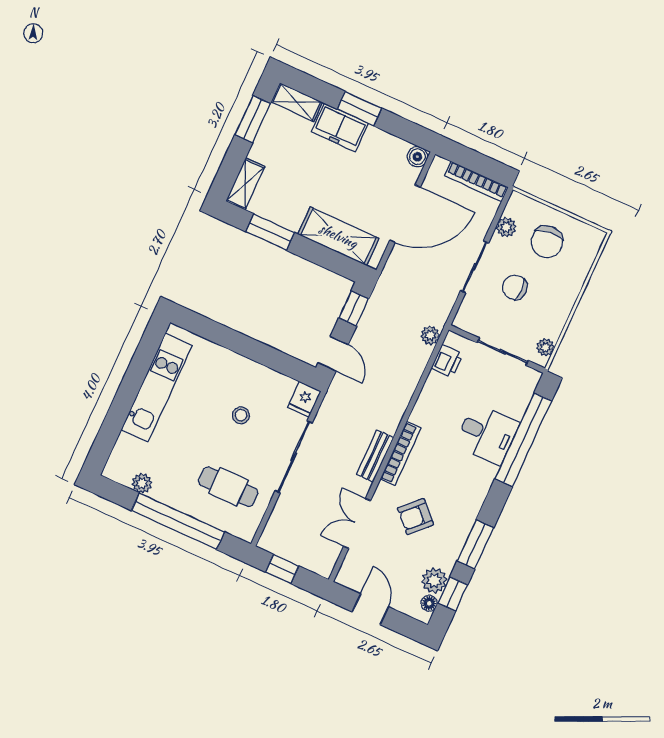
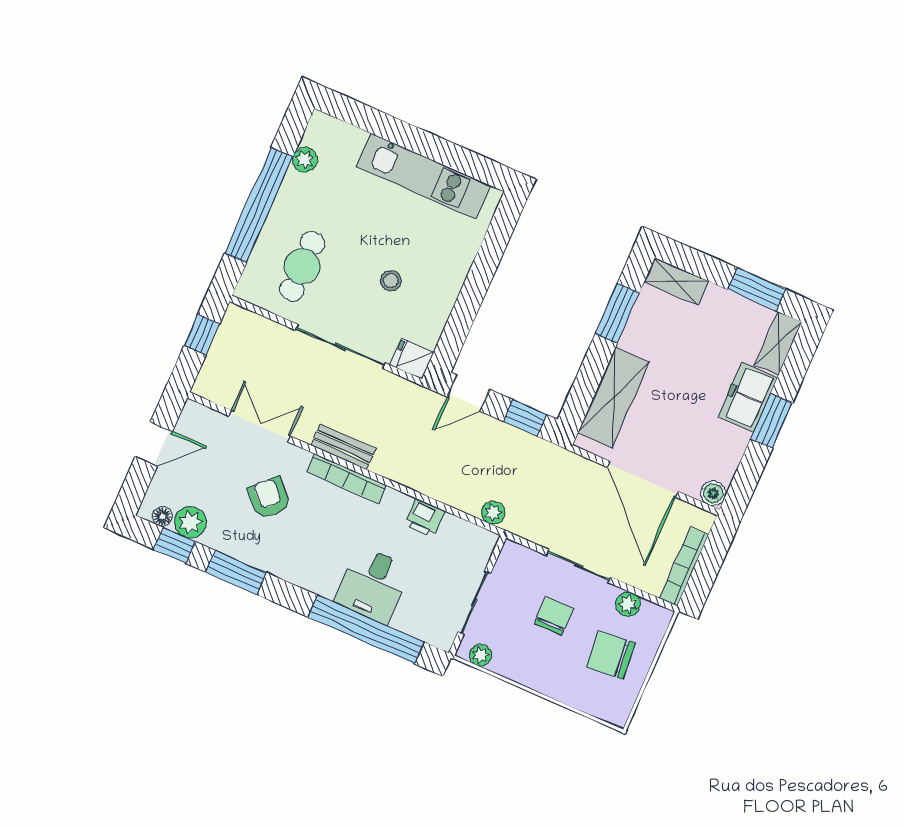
printer: (447, 361) -> (424, 518), moved

